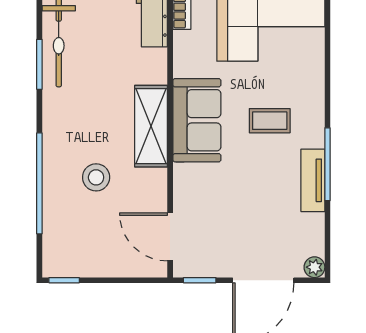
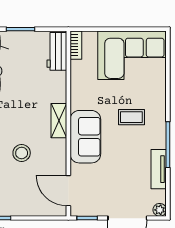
sofa: (197, 120) -> (85, 137), moved
shelving: (151, 126) -> (59, 121), width x0.67, depth x0.75
tv unit: (313, 180) -> (159, 169), moved

